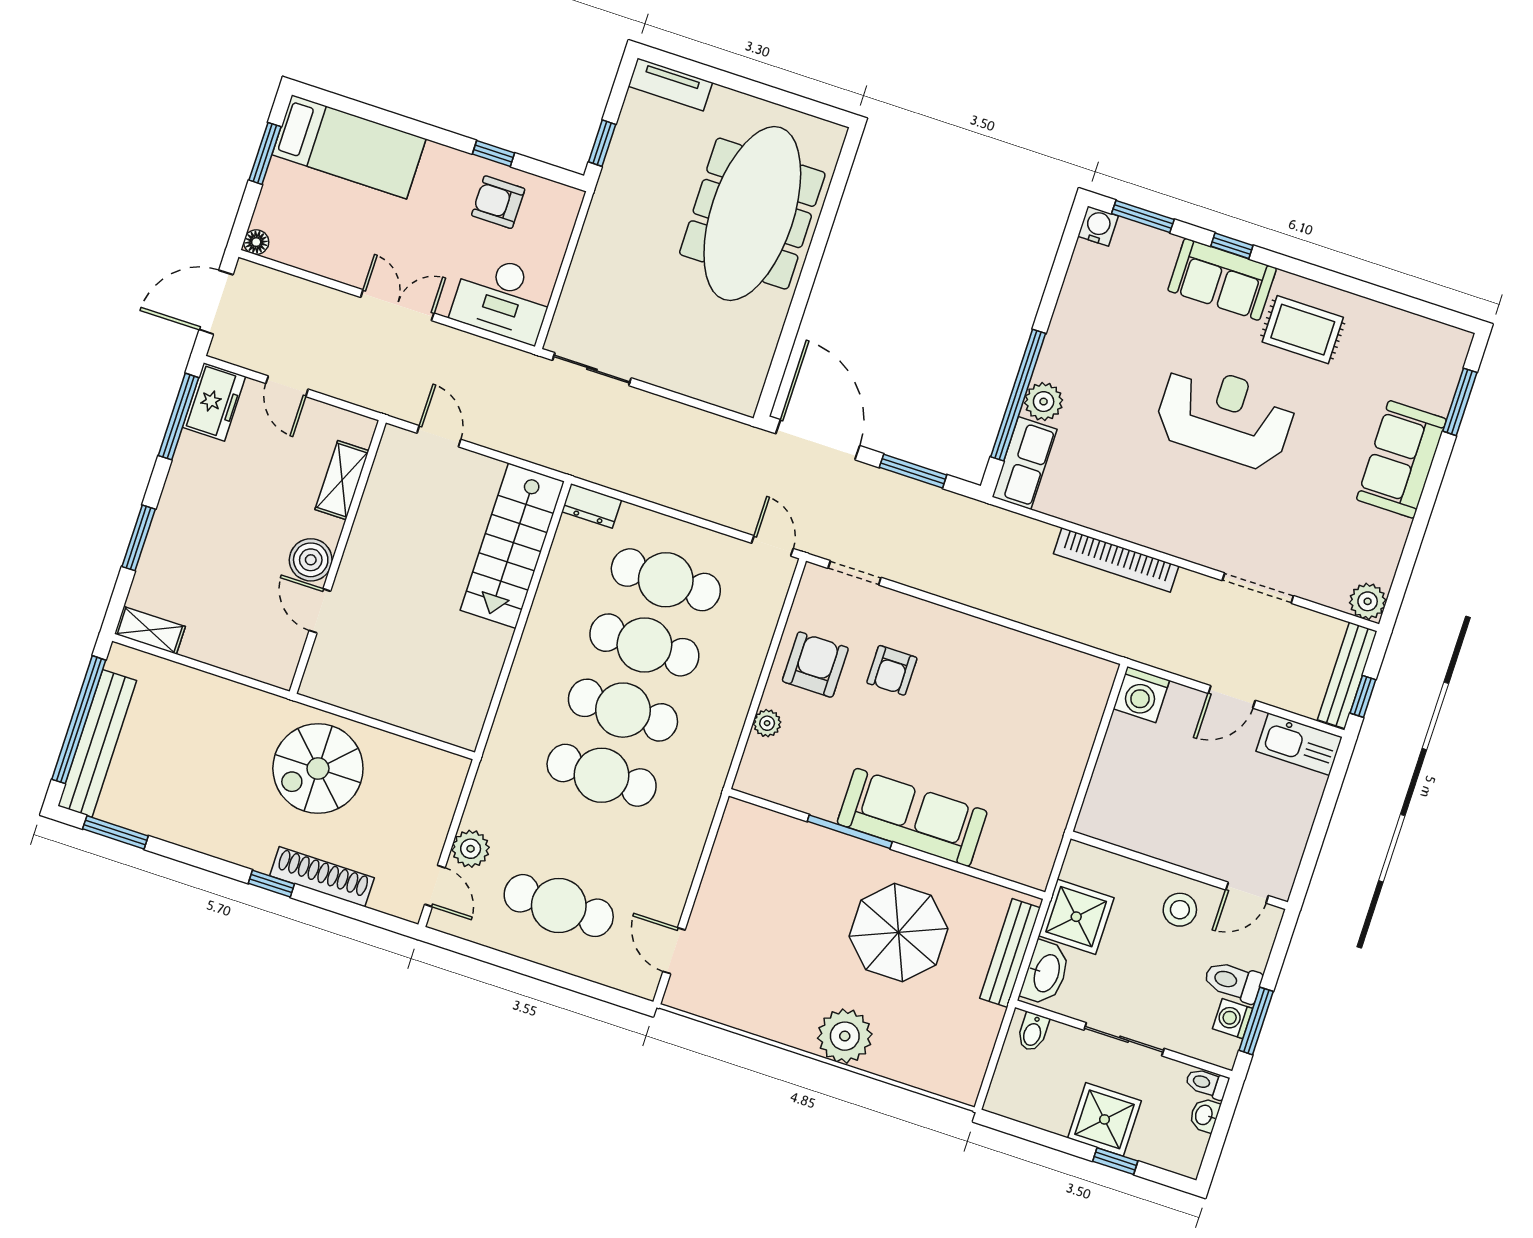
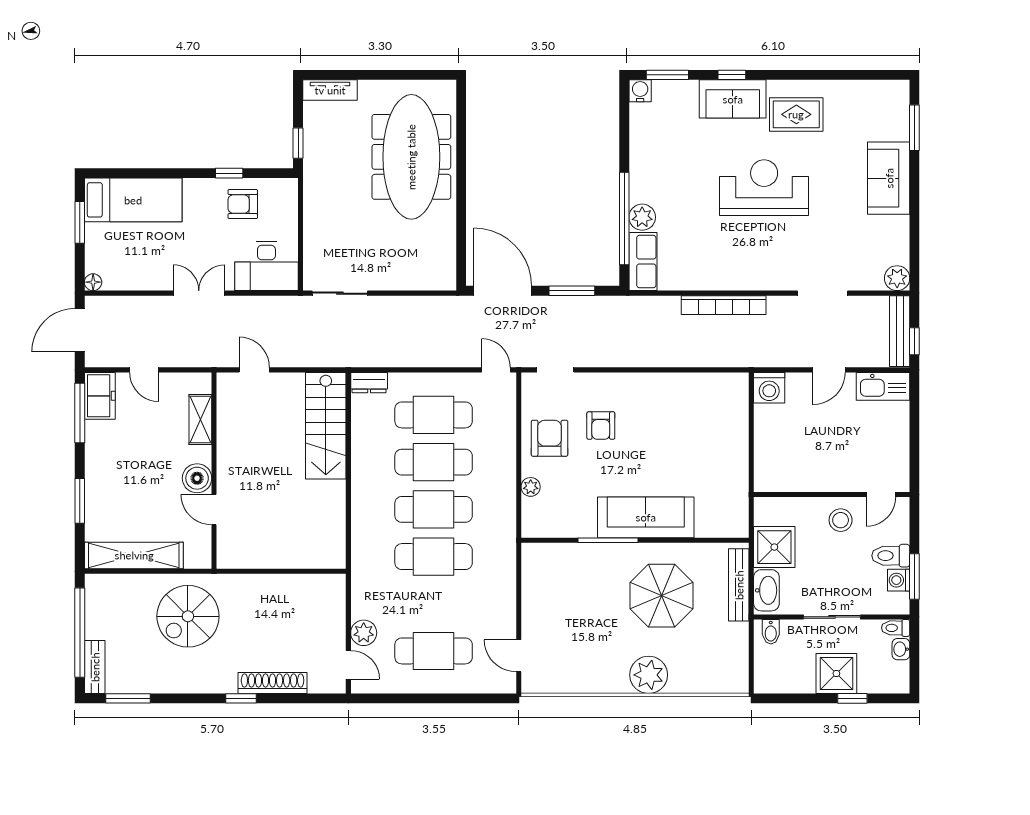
shelving: (150, 630) -> (134, 555), width x2.20, depth x1.33
bench: (97, 743) -> (95, 667), width x0.54, depth x0.82
spiral stairs: (318, 768) -> (188, 616), moved

